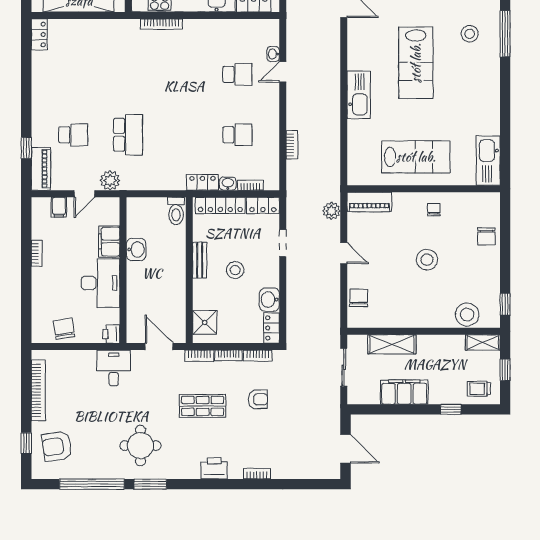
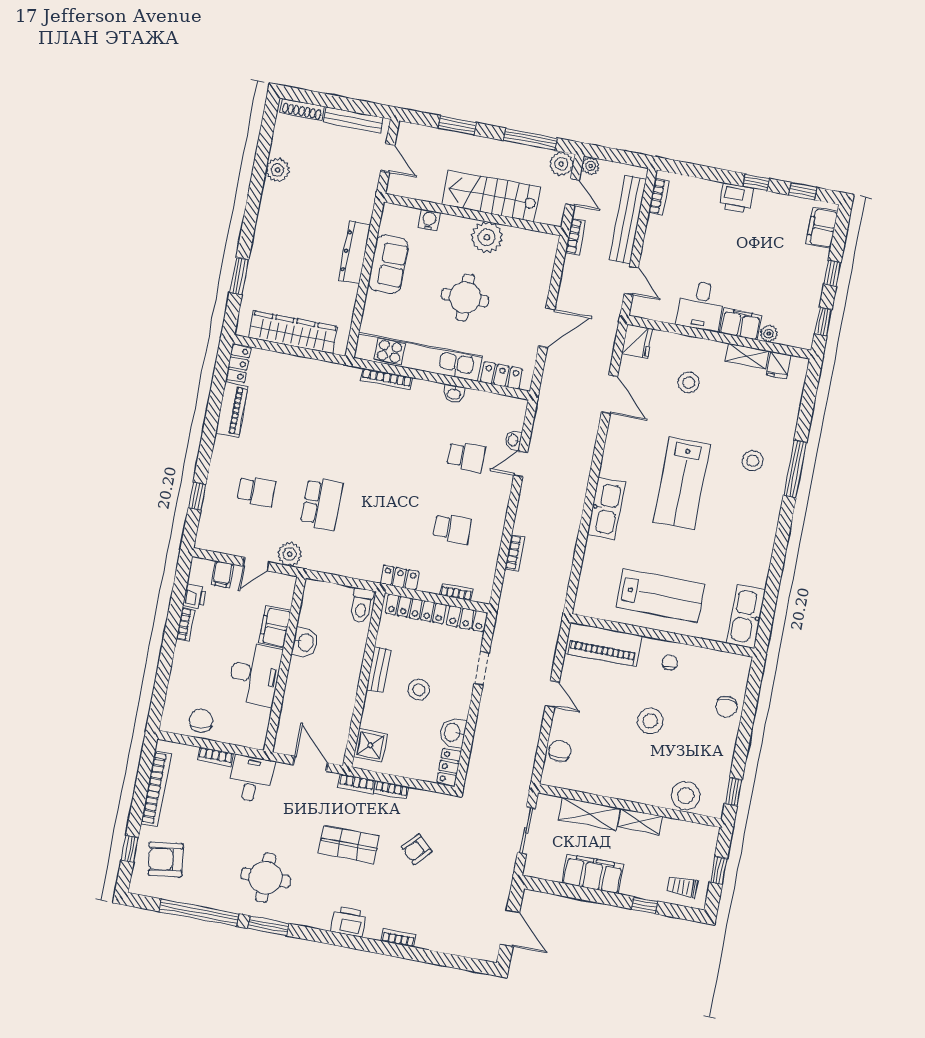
piano: (41, 169) -> (232, 410), moved
washbasin: (228, 184) -> (454, 394), moved, turned 180
piano: (369, 202) -> (603, 645), width x1.37, depth x1.33
plant: (331, 211) -> (547, 641), removed
printer: (111, 334) -> (195, 597), moved, turned 180
shelving: (483, 342) -> (640, 822), moved
bookcase: (258, 356) -> (216, 757), moved
armchair: (258, 399) -> (417, 849), turned 133

